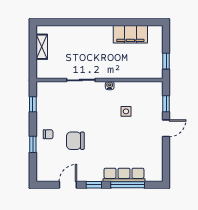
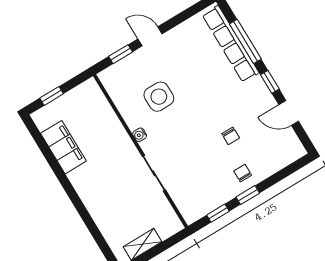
window: (166, 61) -> (52, 96), moved
side table: (126, 111) -> (159, 97), width x1.87, depth x1.87
chair: (75, 141) -> (231, 136), width x0.54, depth x0.54
window: (33, 144) -> (248, 195), moved
row of seats: (124, 175) -> (231, 44), width x1.36

